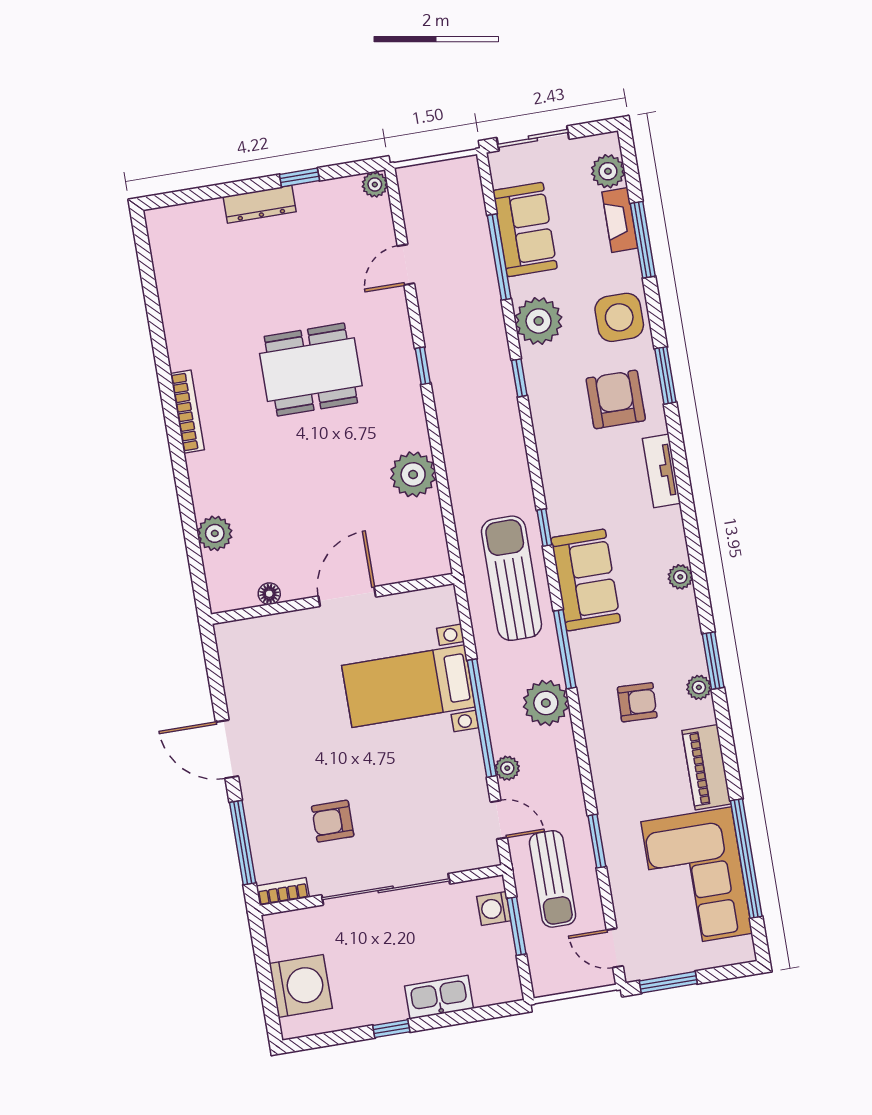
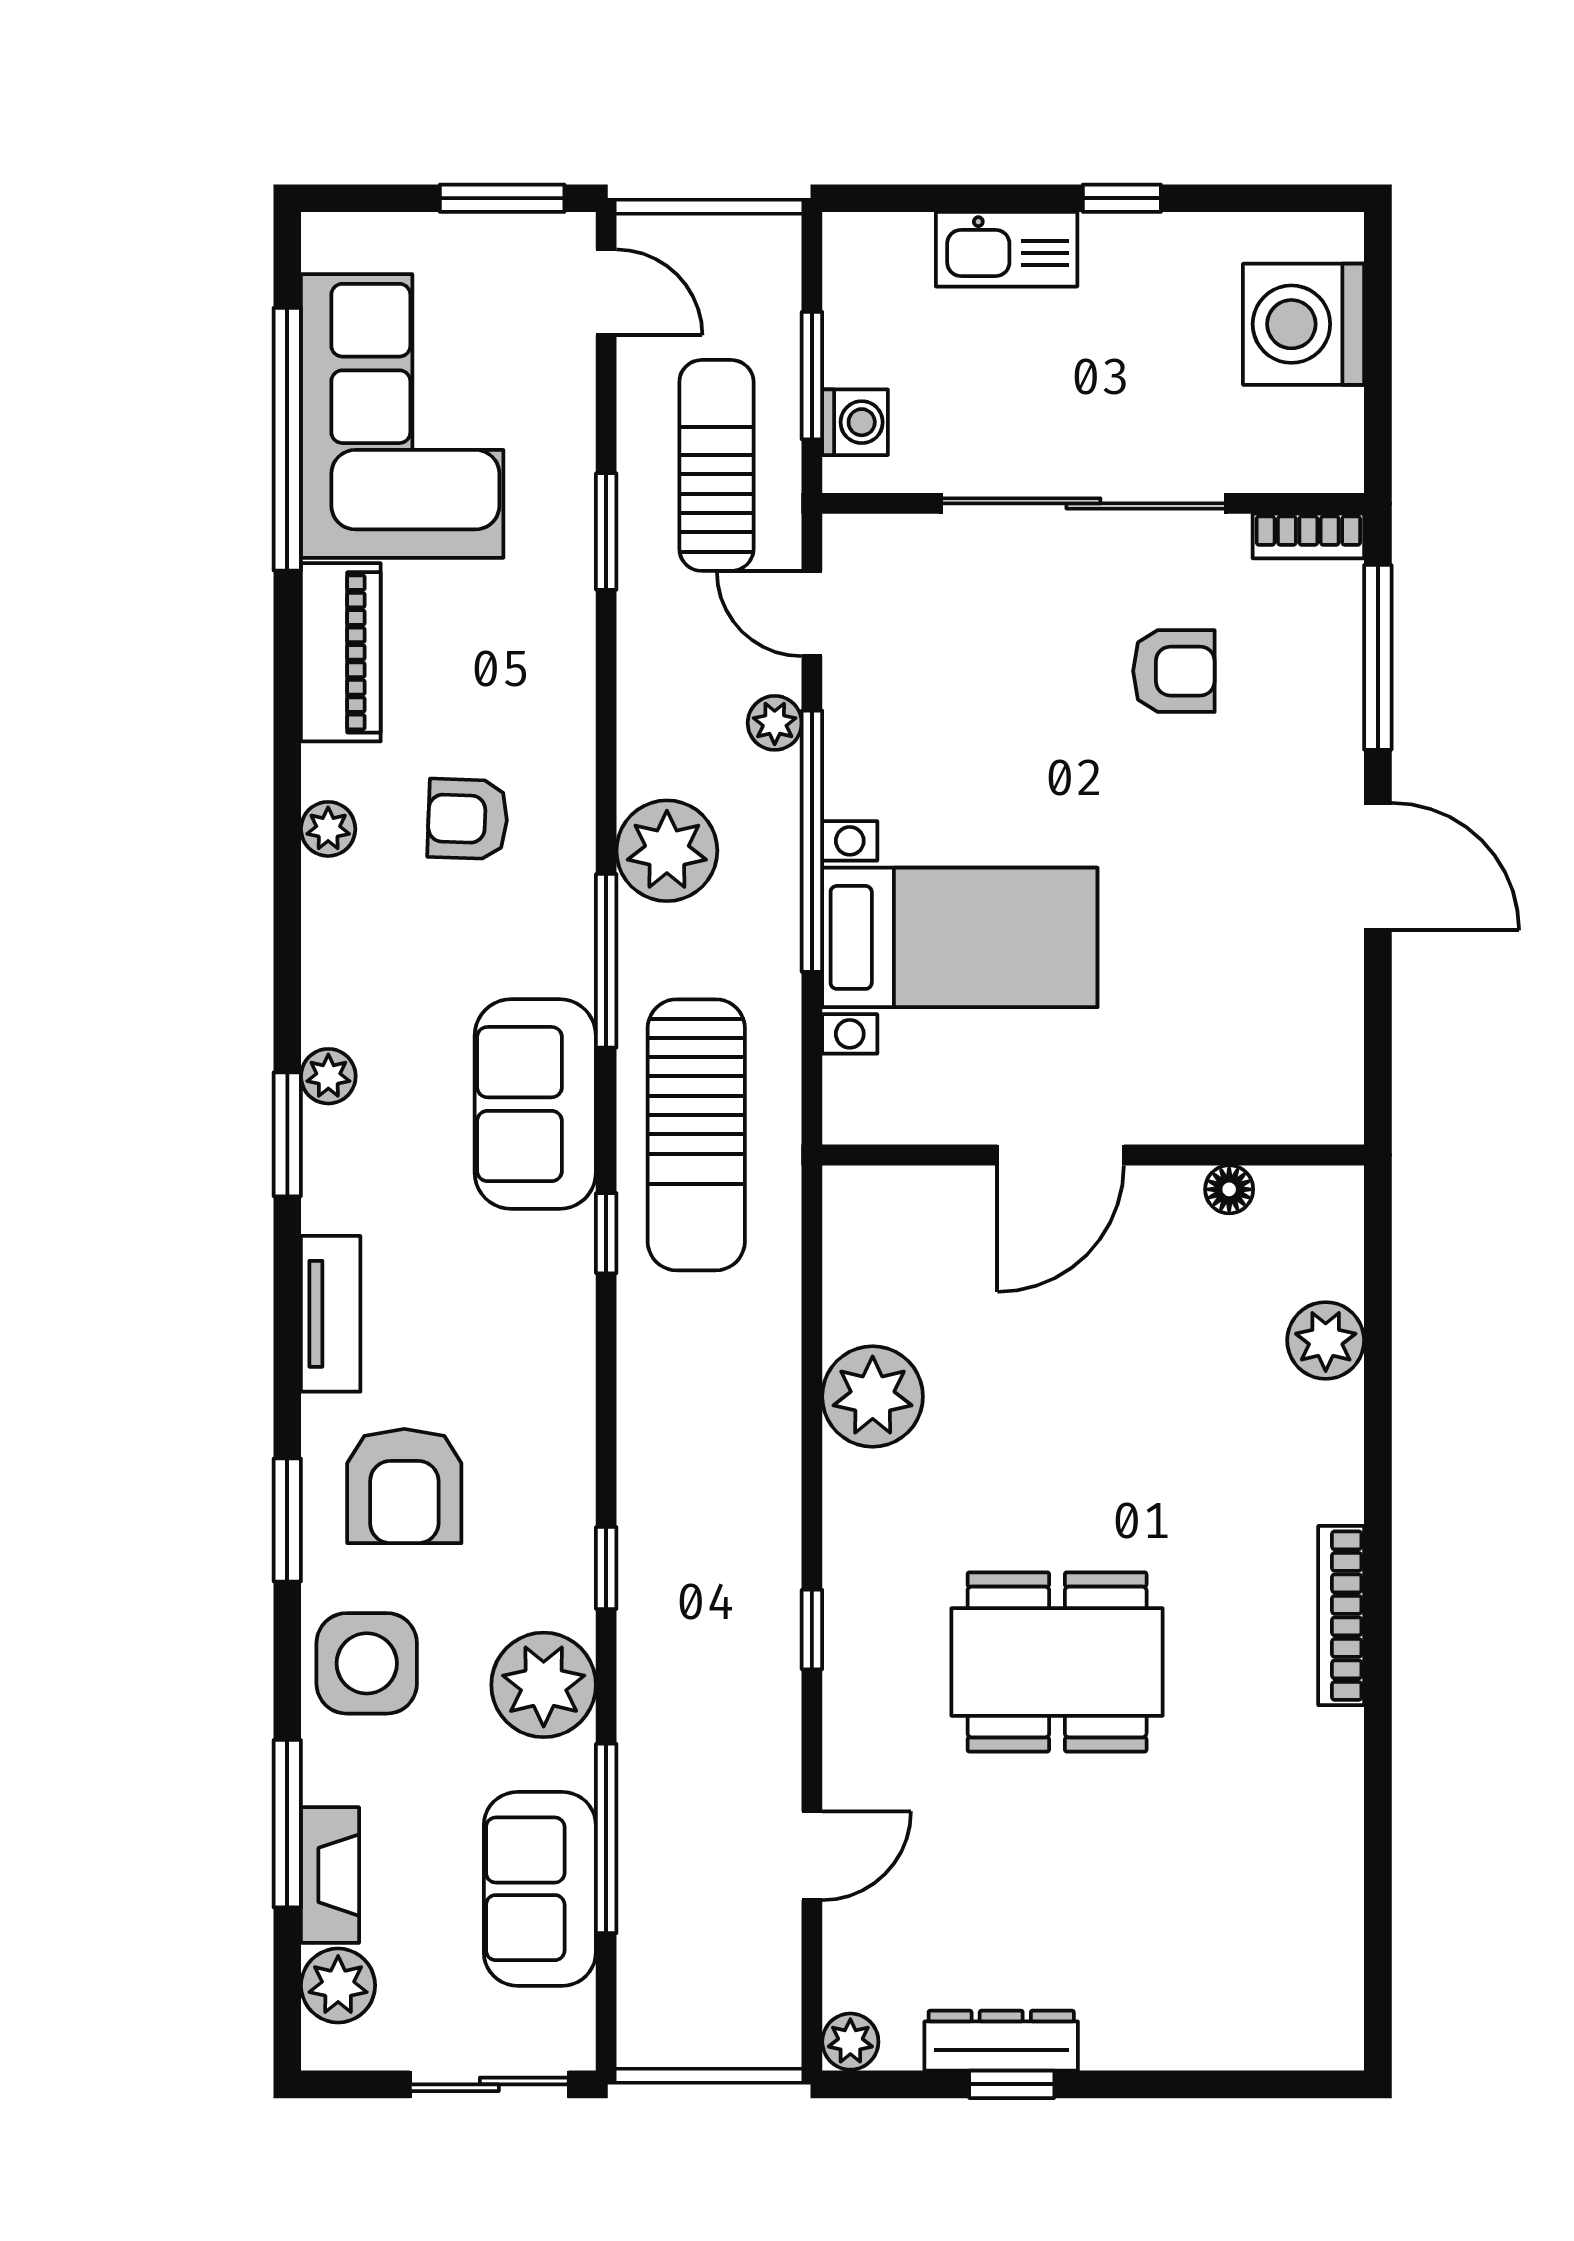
dresser: (260, 204) -> (1001, 2041), moved
window: (713, 661) -> (287, 1134), moved

